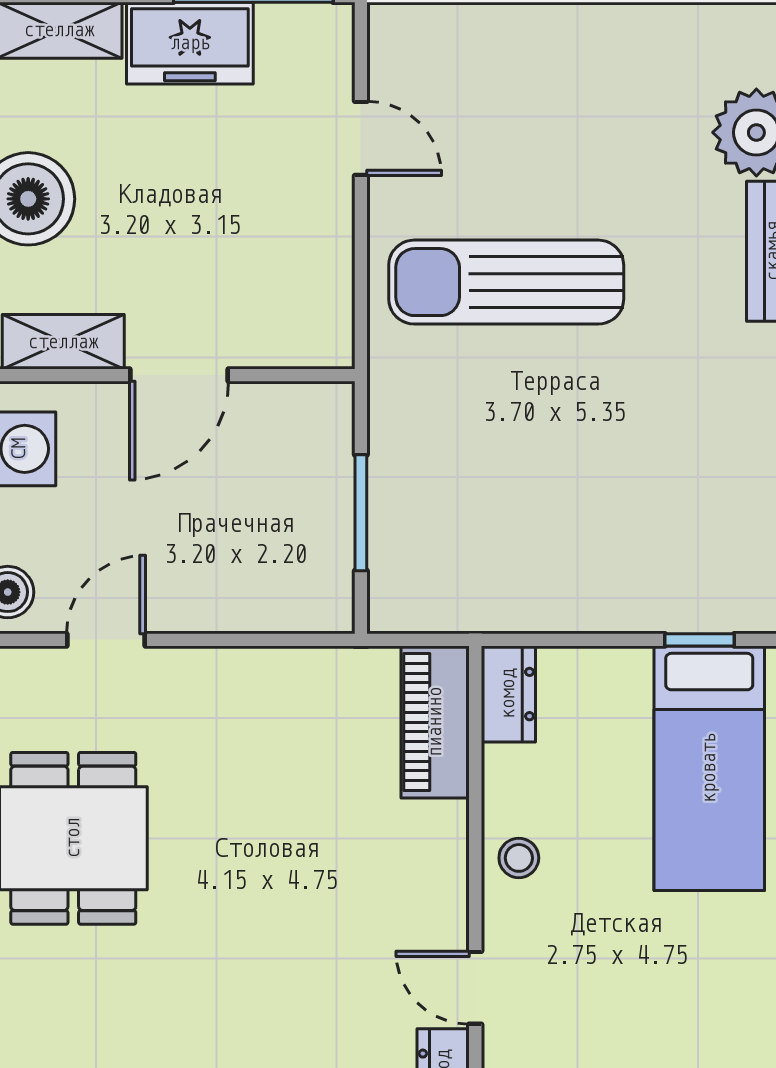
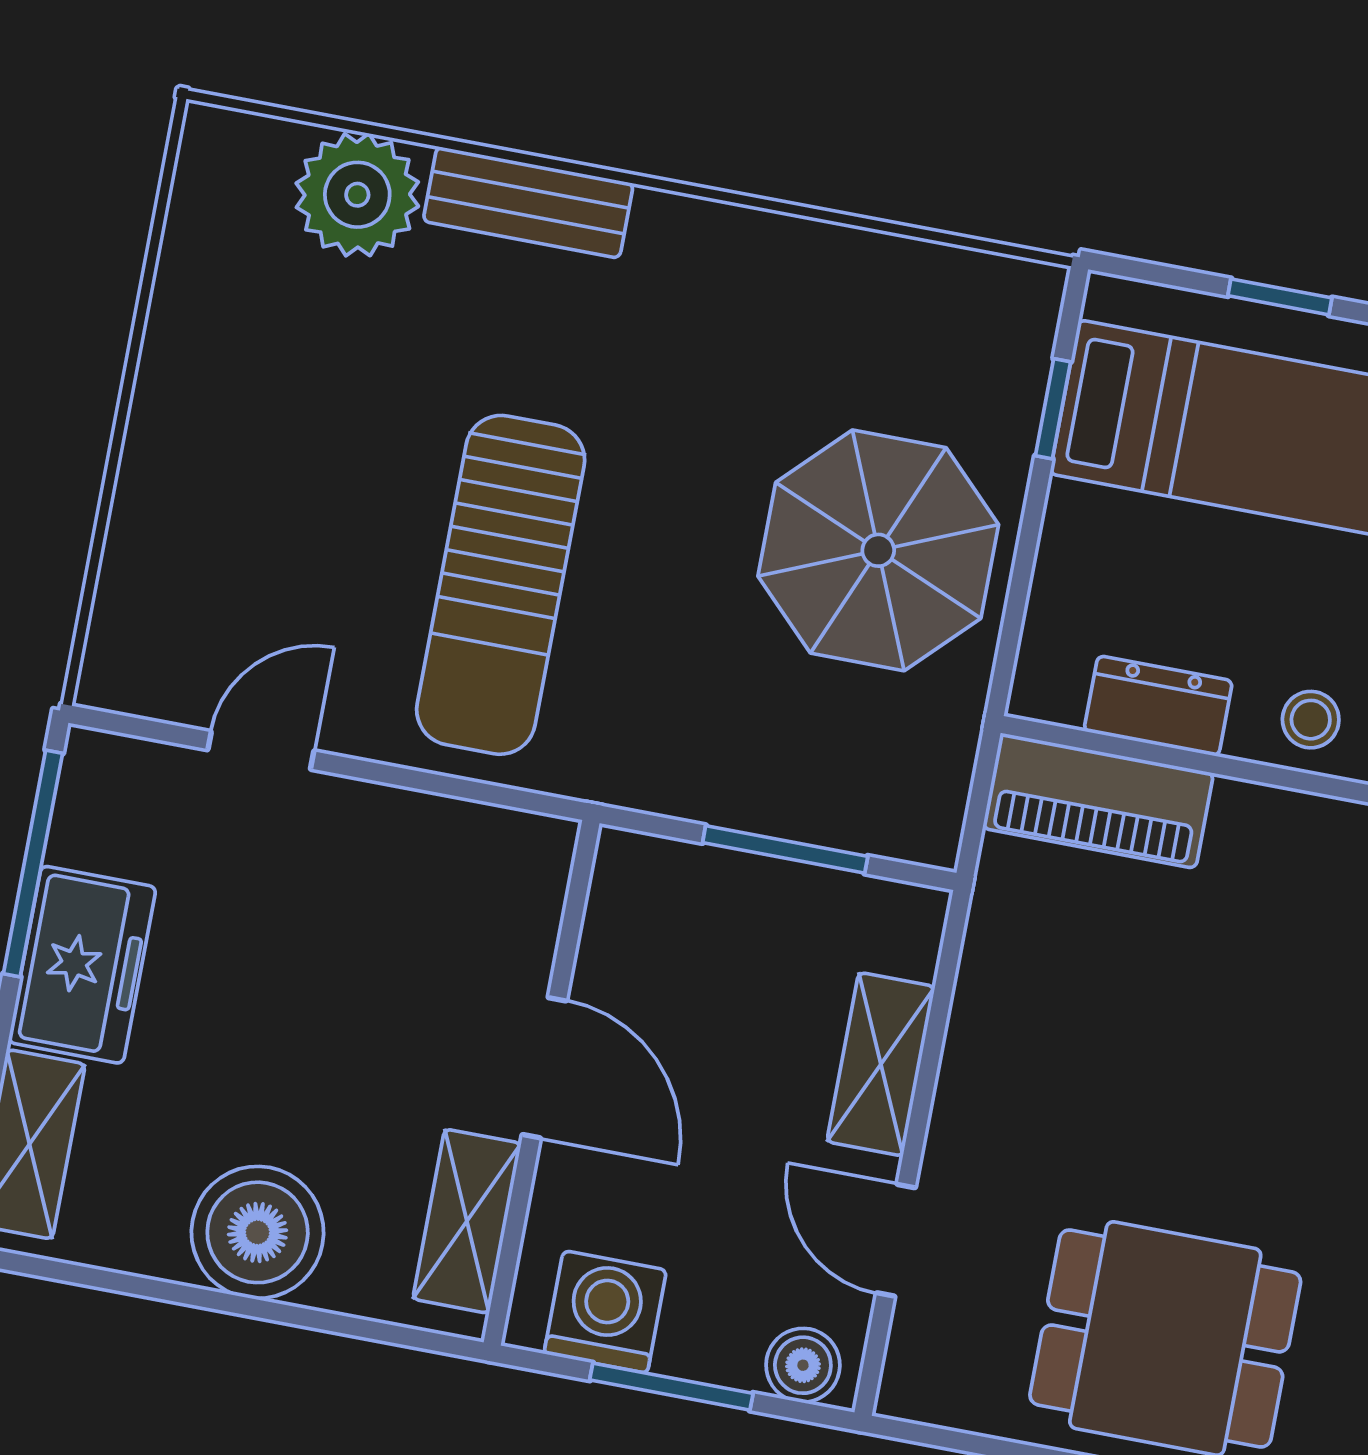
parasol: (579, 538) -> (878, 550), added
shelving: (225, 607) -> (881, 1064), added
dresser: (508, 694) -> (1158, 706), moved

